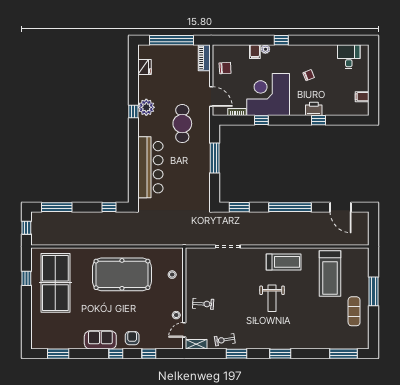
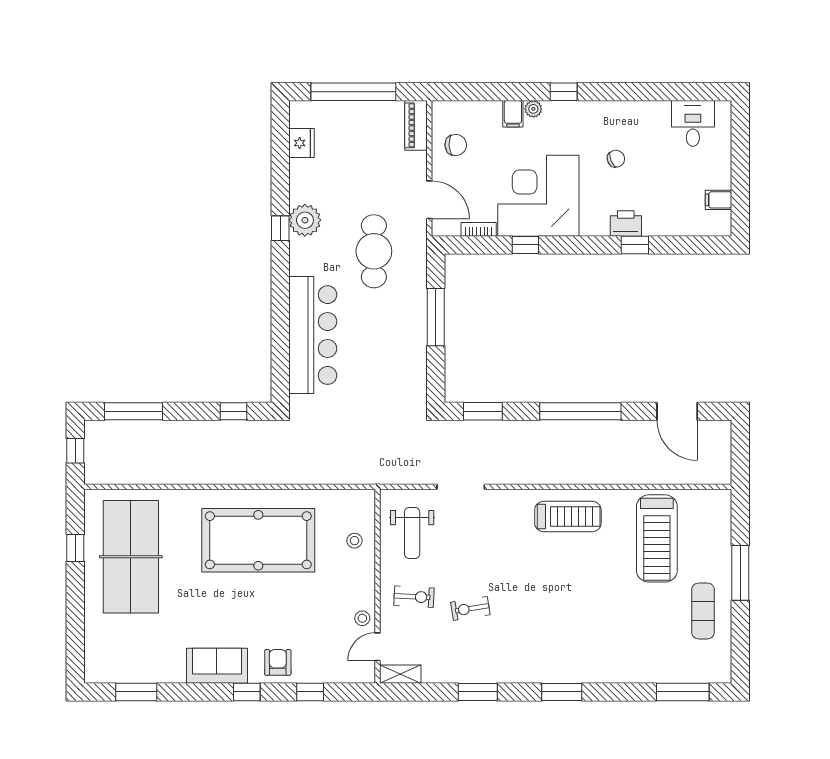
weight bench: (272, 298) -> (412, 533), moved
exercise bike: (225, 340) -> (470, 609), moved

